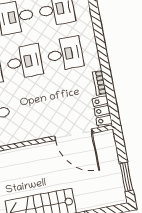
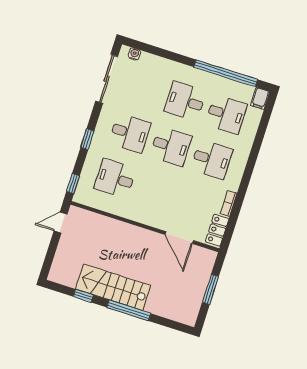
door: (74, 135) -> (179, 238), width x0.73
window: (126, 177) -> (210, 289), moved

